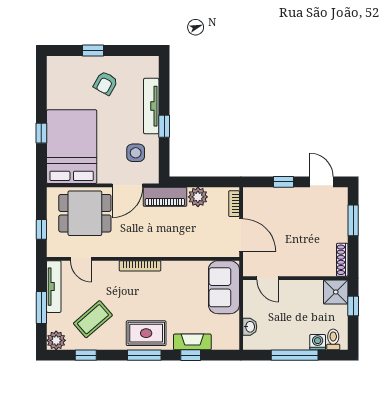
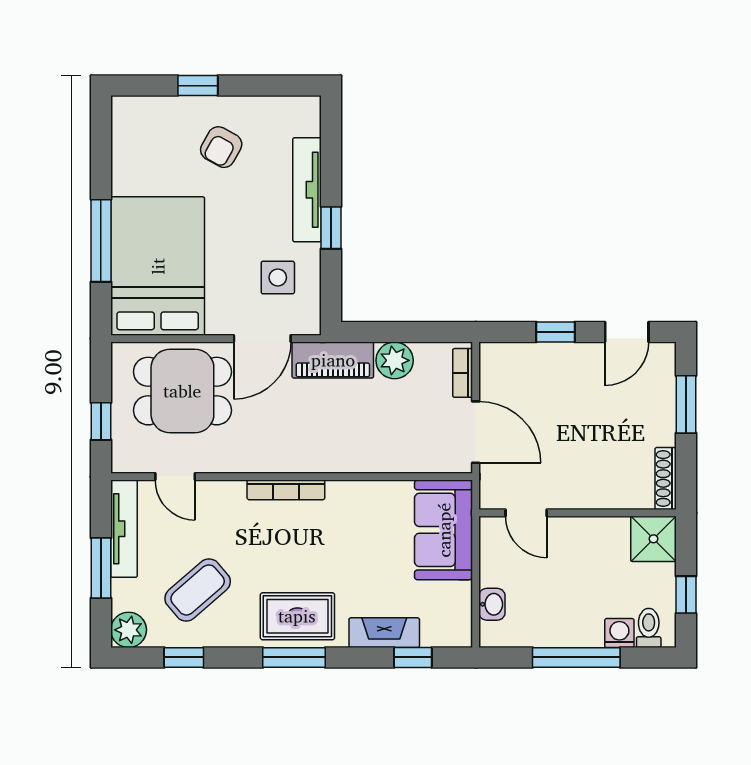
window: (41, 133) -> (101, 241), width x2.17
door: (322, 182) -> (627, 332), swing flipped
window: (353, 306) -> (686, 595), moved
window: (191, 355) -> (413, 657), moved

